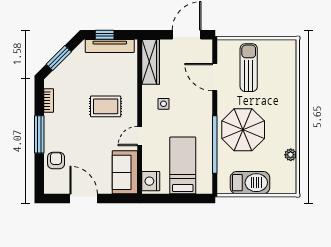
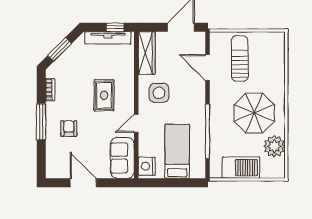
window: (105, 35) -> (115, 27), moved
side table: (164, 104) -> (159, 93), width x1.87, depth x1.87
rug: (106, 106) -> (104, 95), turned 90
parasol: (243, 130) -> (254, 113), moved
plant: (291, 155) -> (274, 146), width x1.88, depth x1.88
armchair: (56, 161) -> (69, 129), moved

